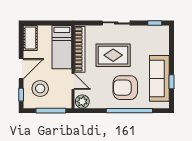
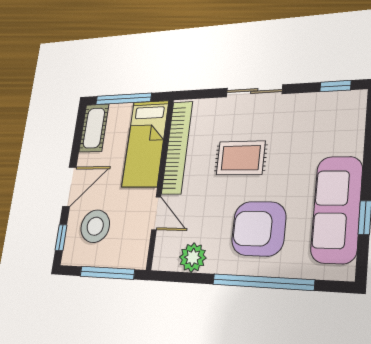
window: (45, 23) -> (123, 99), added
rug: (113, 55) -> (241, 158), width x0.73, depth x0.70
plant: (82, 102) -> (193, 257), moved

